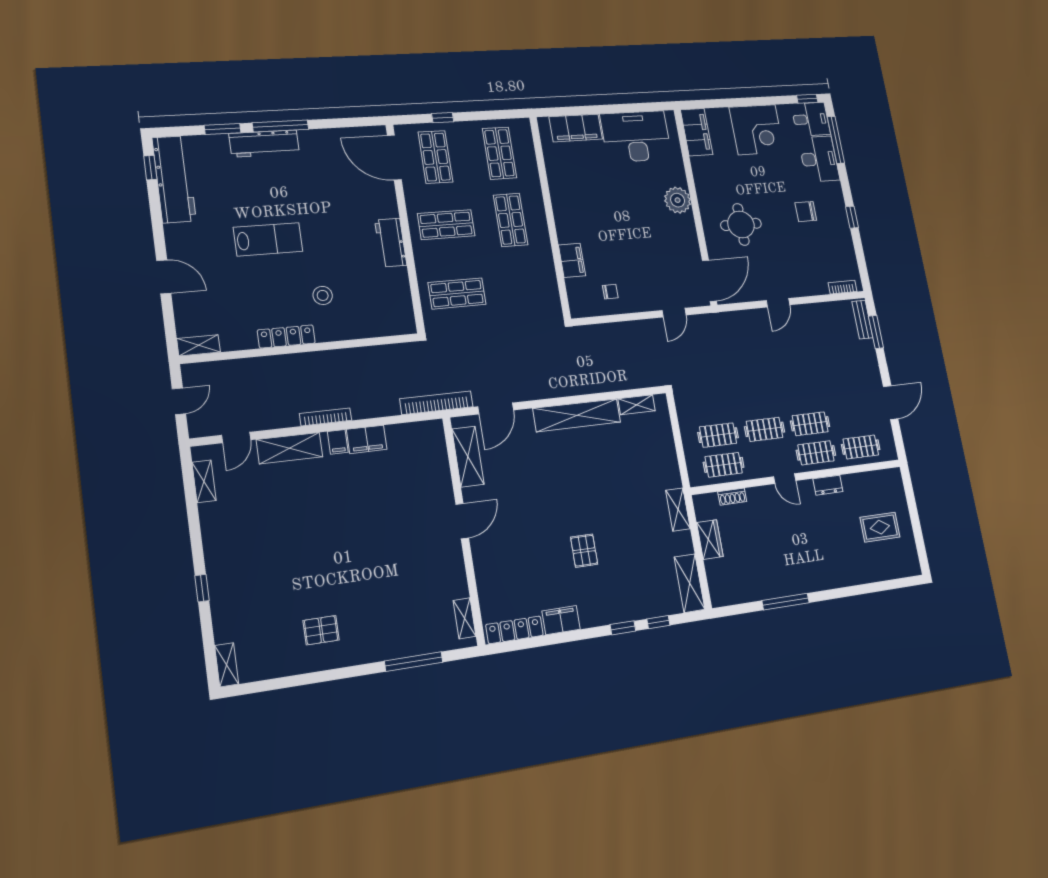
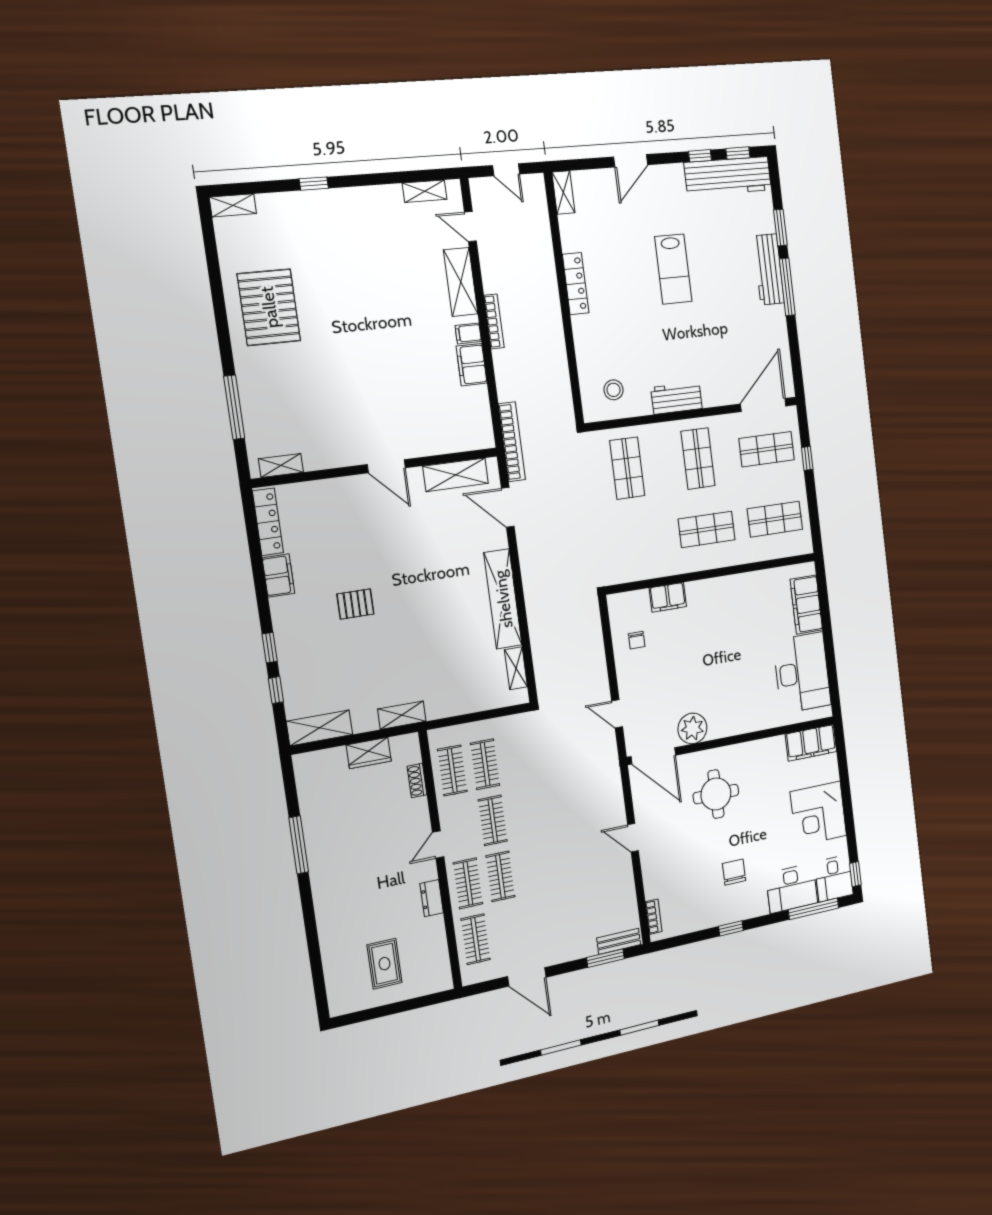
plant: (678, 200) -> (692, 728), moved
window: (155, 206) -> (700, 156), added
stool: (323, 295) -> (613, 390), moved
pallet: (321, 630) -> (269, 307), width x2.05, depth x2.00

